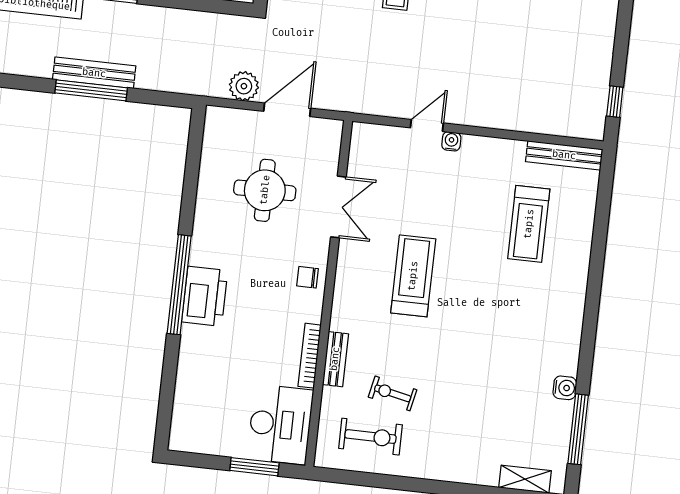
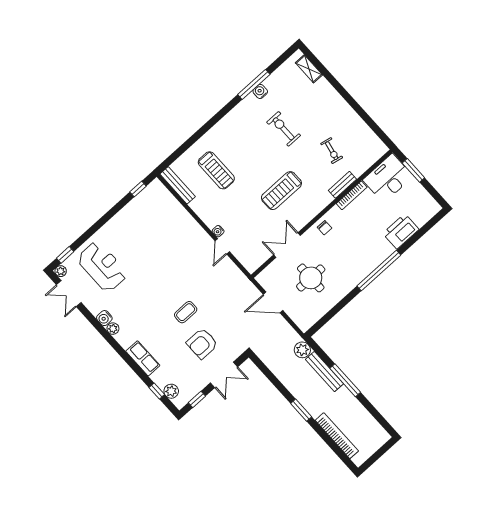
bench: (94, 73) -> (324, 372), moved
plant: (244, 86) -> (302, 350), moved
door: (427, 125) -> (222, 246), hinge flipped
treadmill: (529, 224) -> (216, 170), turned 90
printer: (205, 296) -> (401, 231), moved
window: (578, 429) -> (254, 84), moved
exercise bike: (370, 437) -> (284, 129), moved

